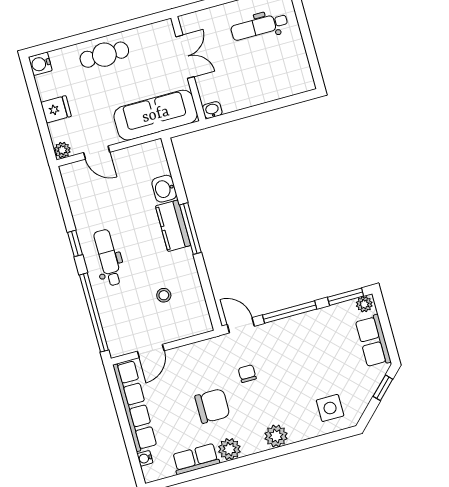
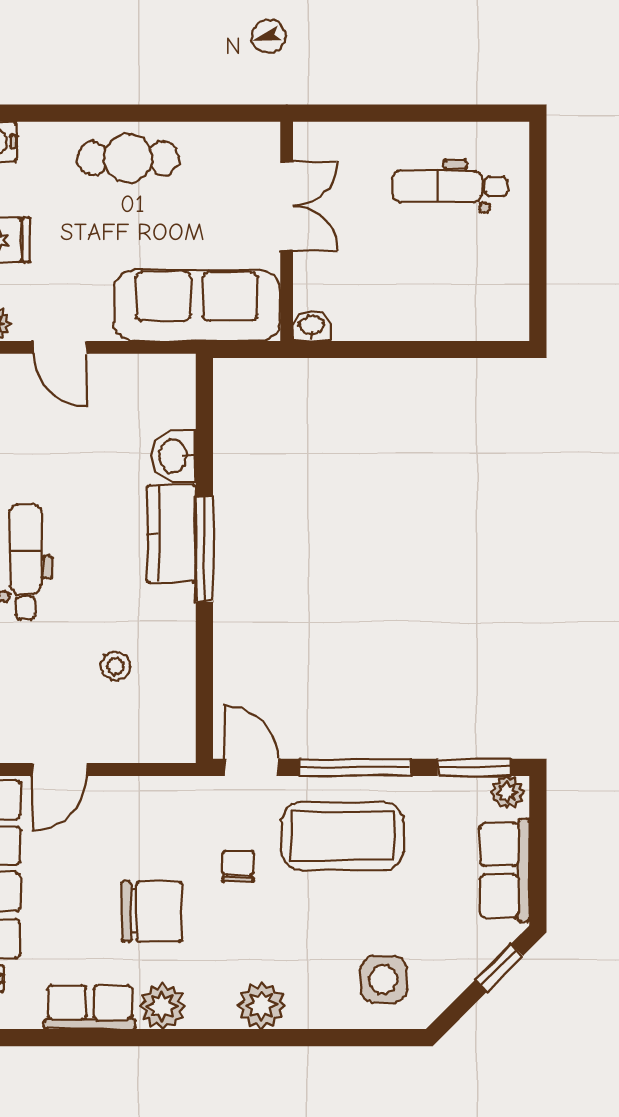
coffee table: (292, 346) -> (342, 836), added

